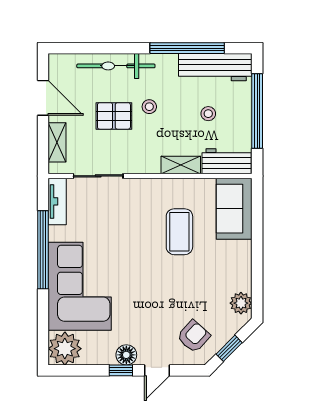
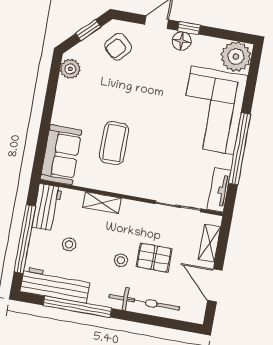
workbench: (227, 161) -> (47, 207), moved, turned -90

